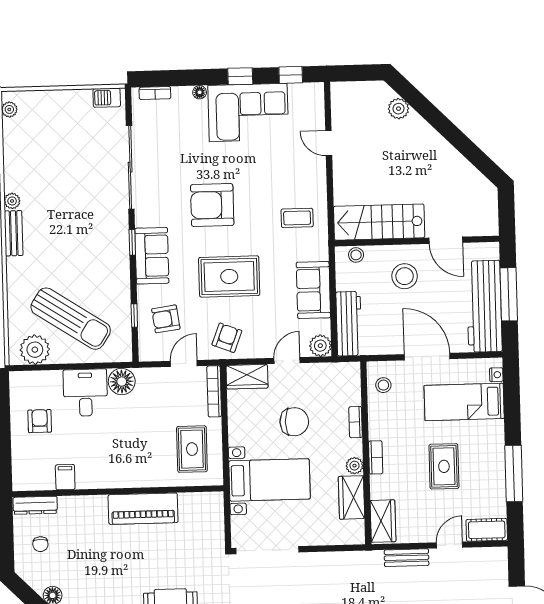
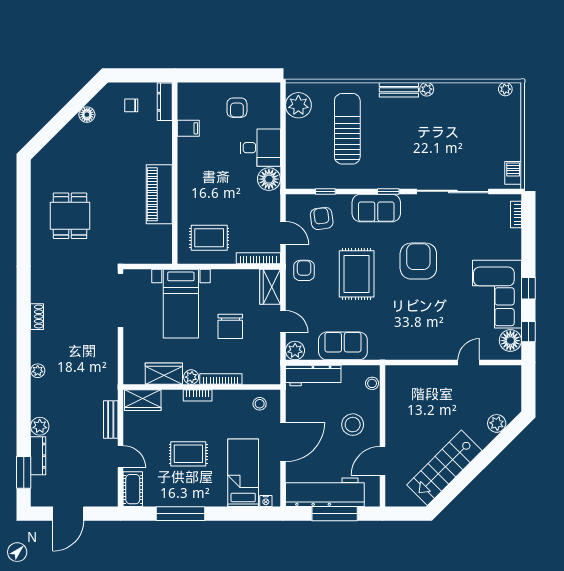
floor lamp: (200, 92) -> (510, 341), moved, width x1.89, depth x1.89
coffee table: (297, 218) -> (405, 334), removed
stairs: (379, 222) -> (444, 468), moved, turned -135
sun lounger: (71, 319) -> (347, 129), moved, turned 147
armchair: (227, 338) -> (304, 270), turned -111
armchair: (40, 421) -> (237, 108), turned 90
bookcase: (356, 422) -> (221, 379), width x1.56

